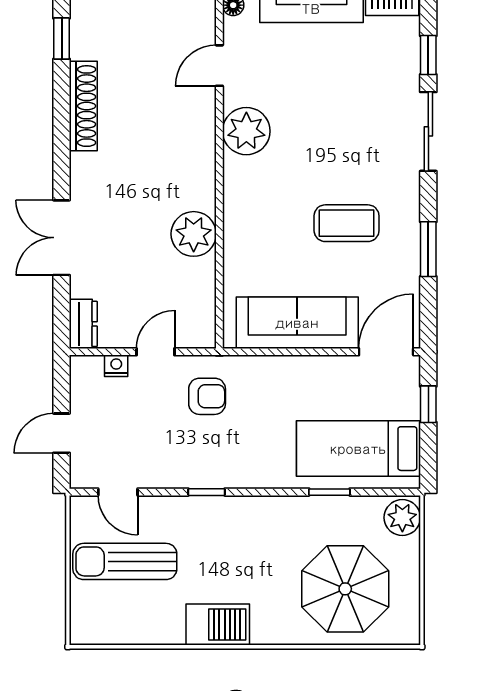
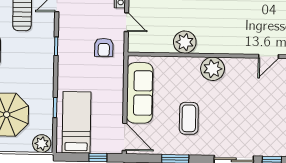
door: (219, 66) -> (268, 56), swing flipped
plant: (246, 131) -> (213, 69), moved

